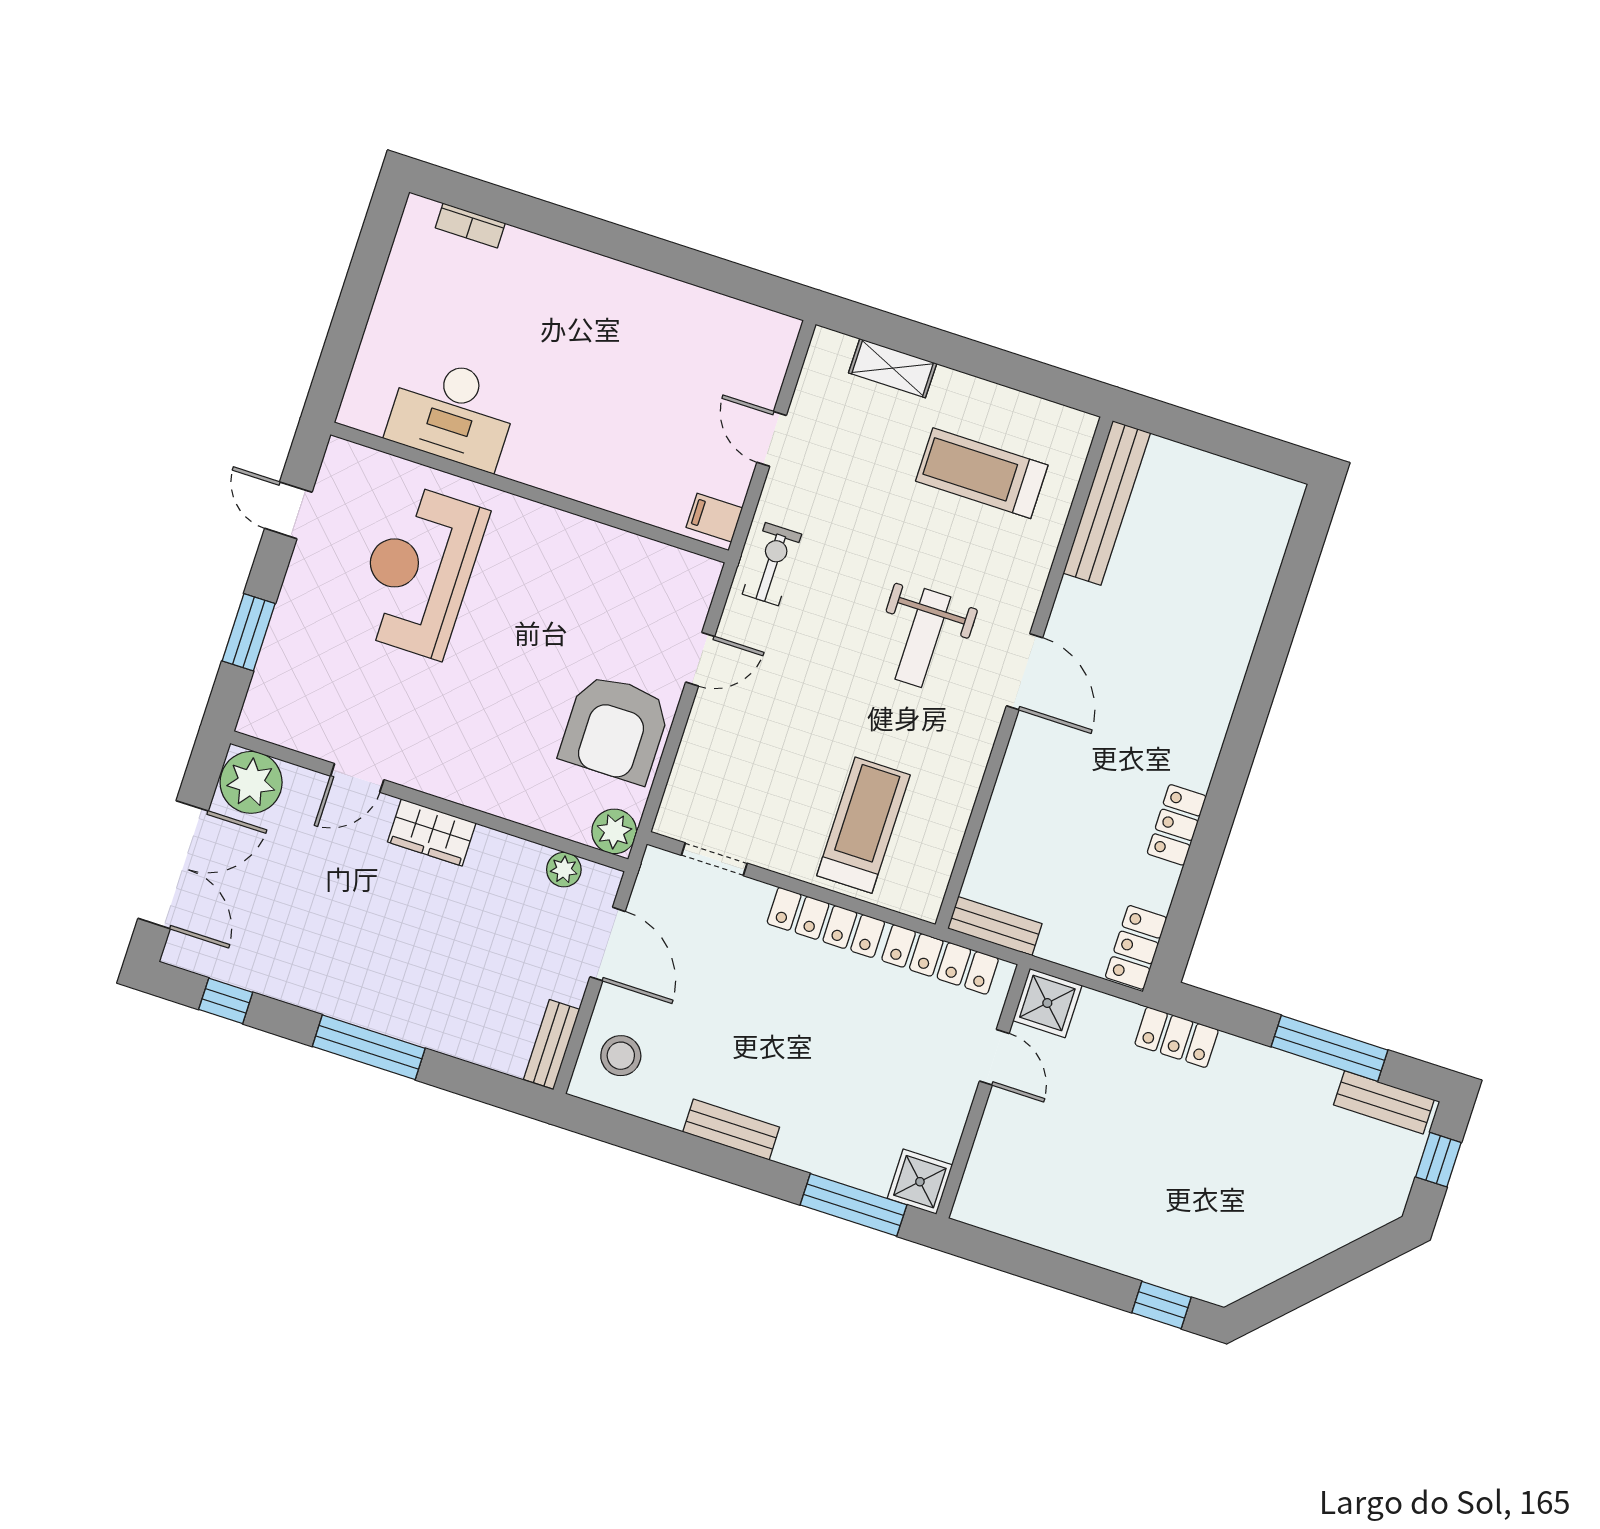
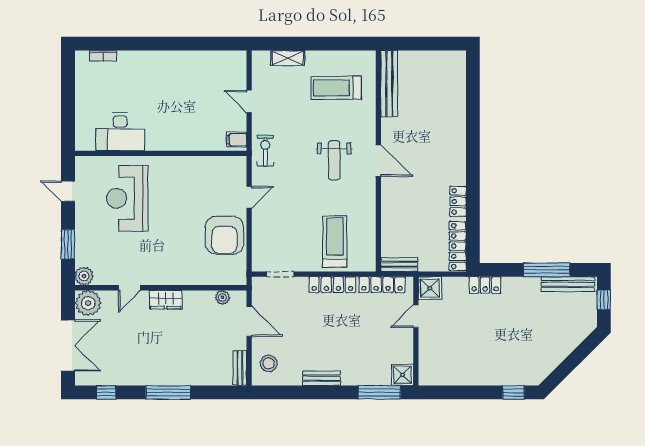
plant: (614, 831) -> (84, 276), moved
locker: (1136, 947) -> (458, 246), width x1.53
door: (994, 1057) -> (416, 316), swing flipped
bench: (1384, 1102) -> (568, 284), width x1.36

